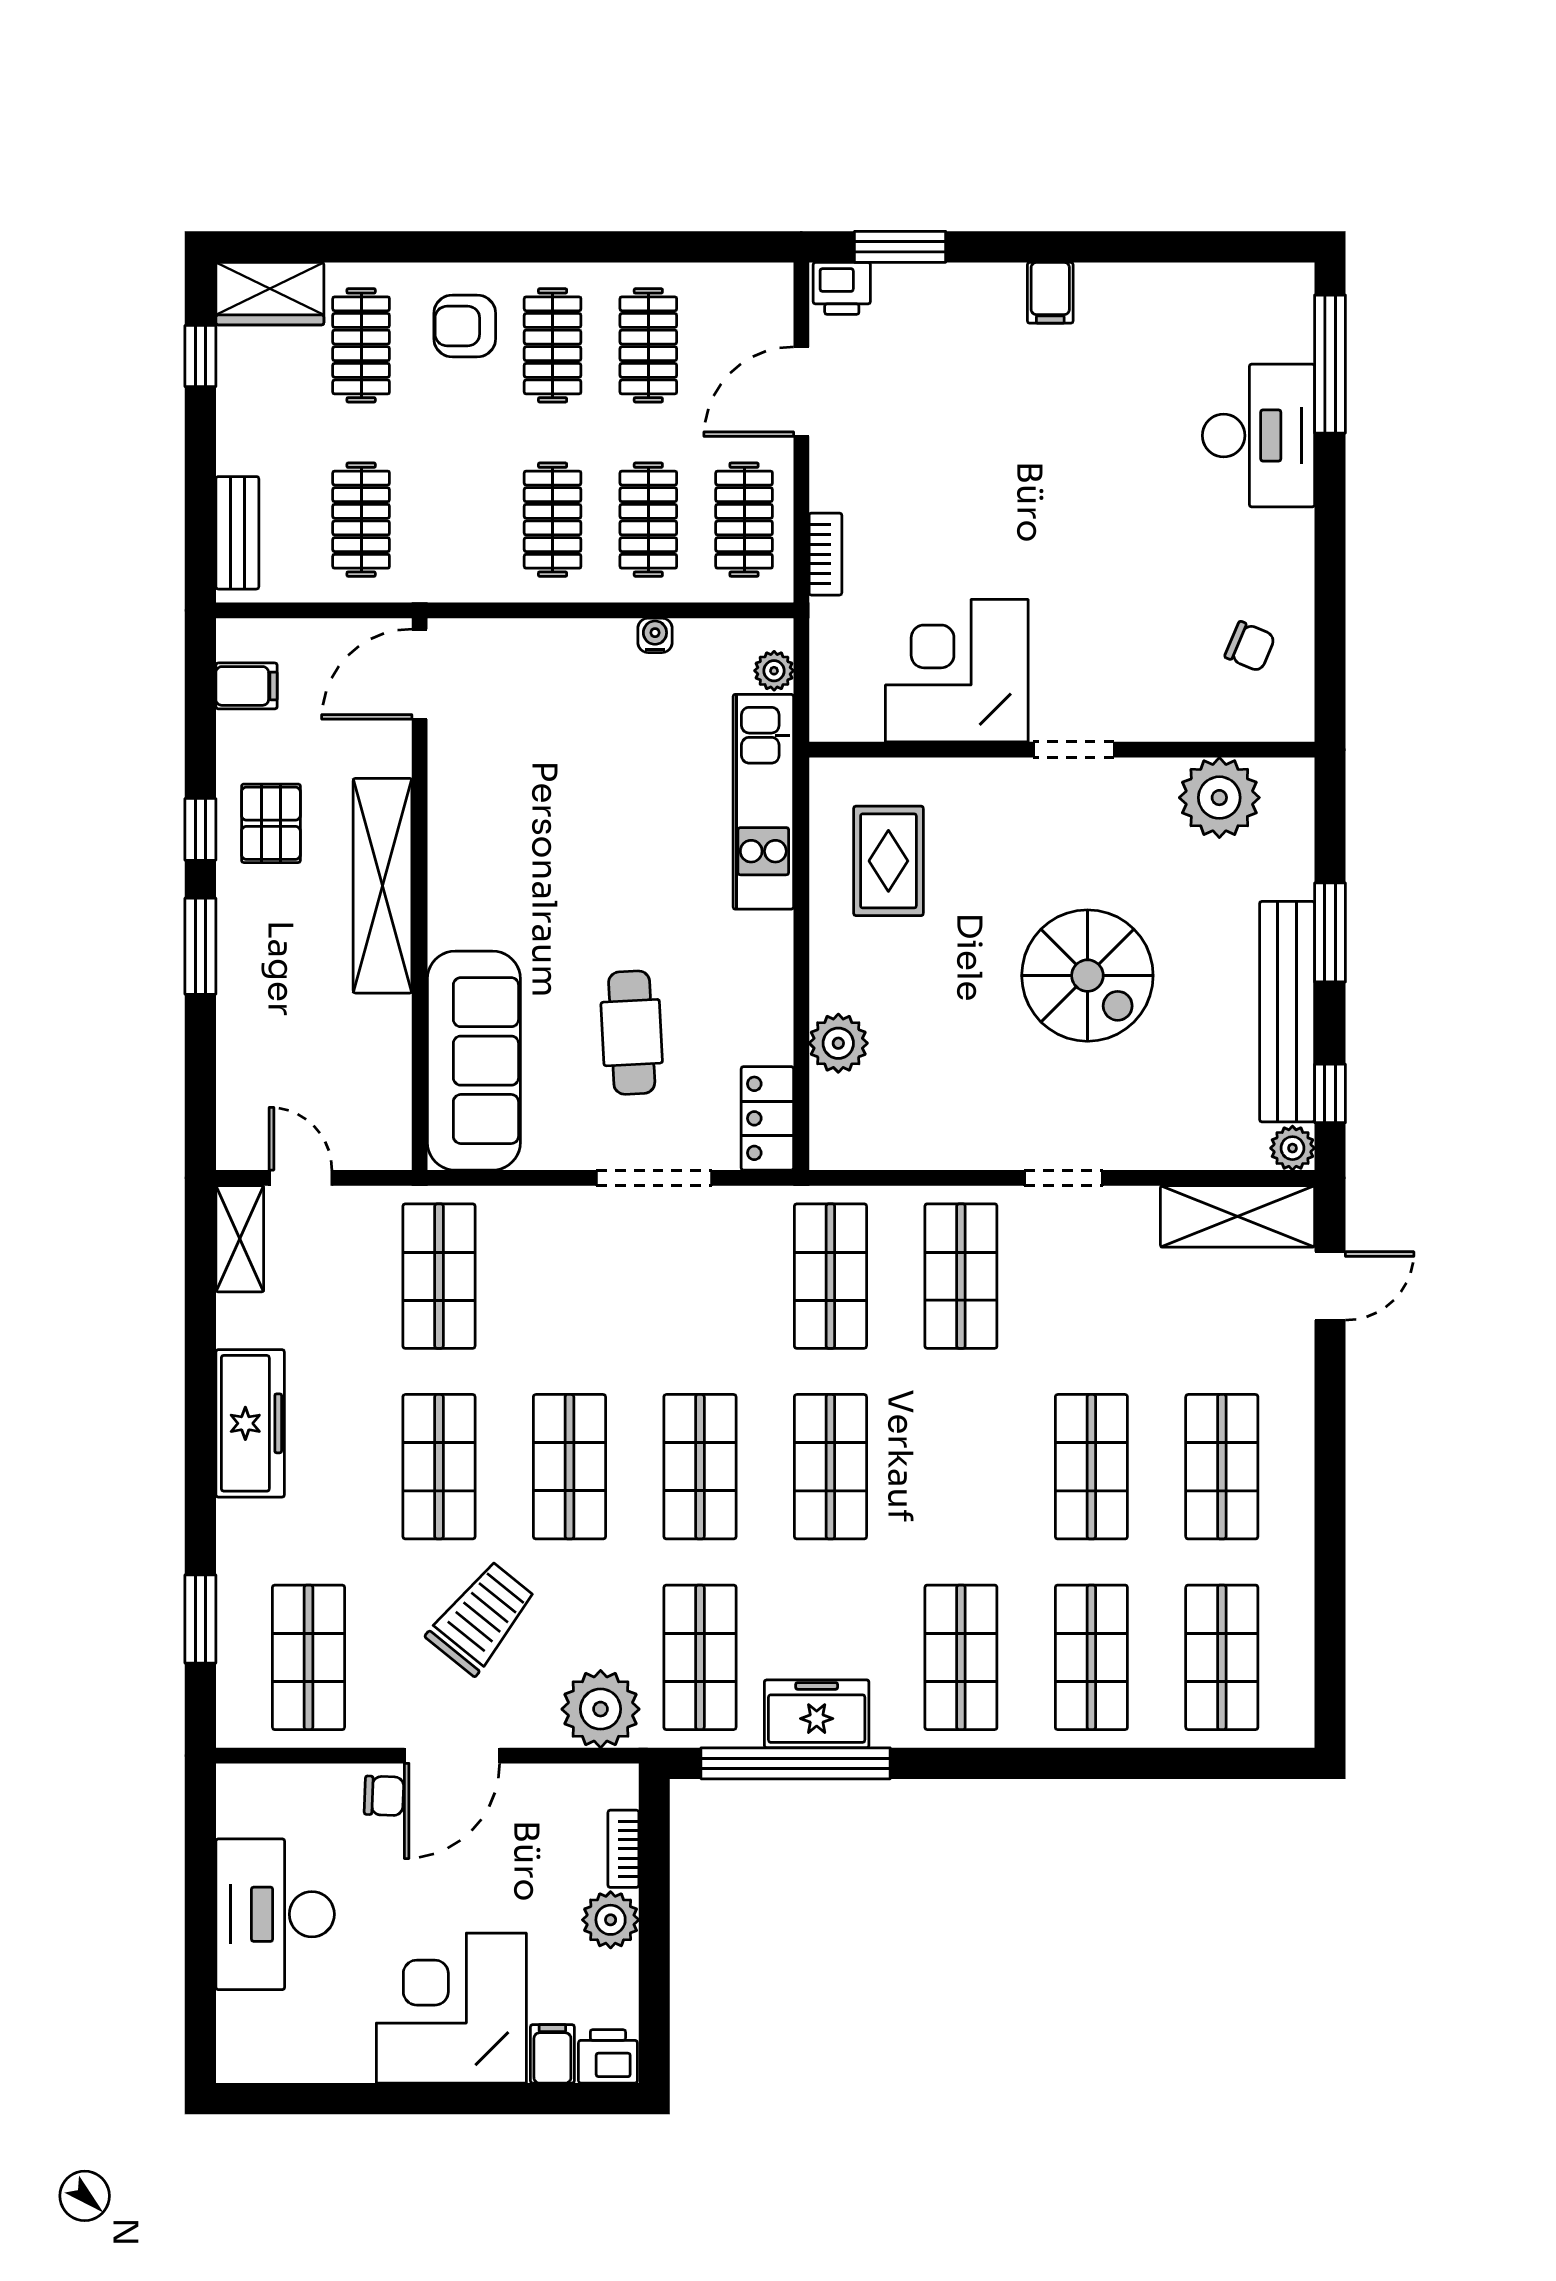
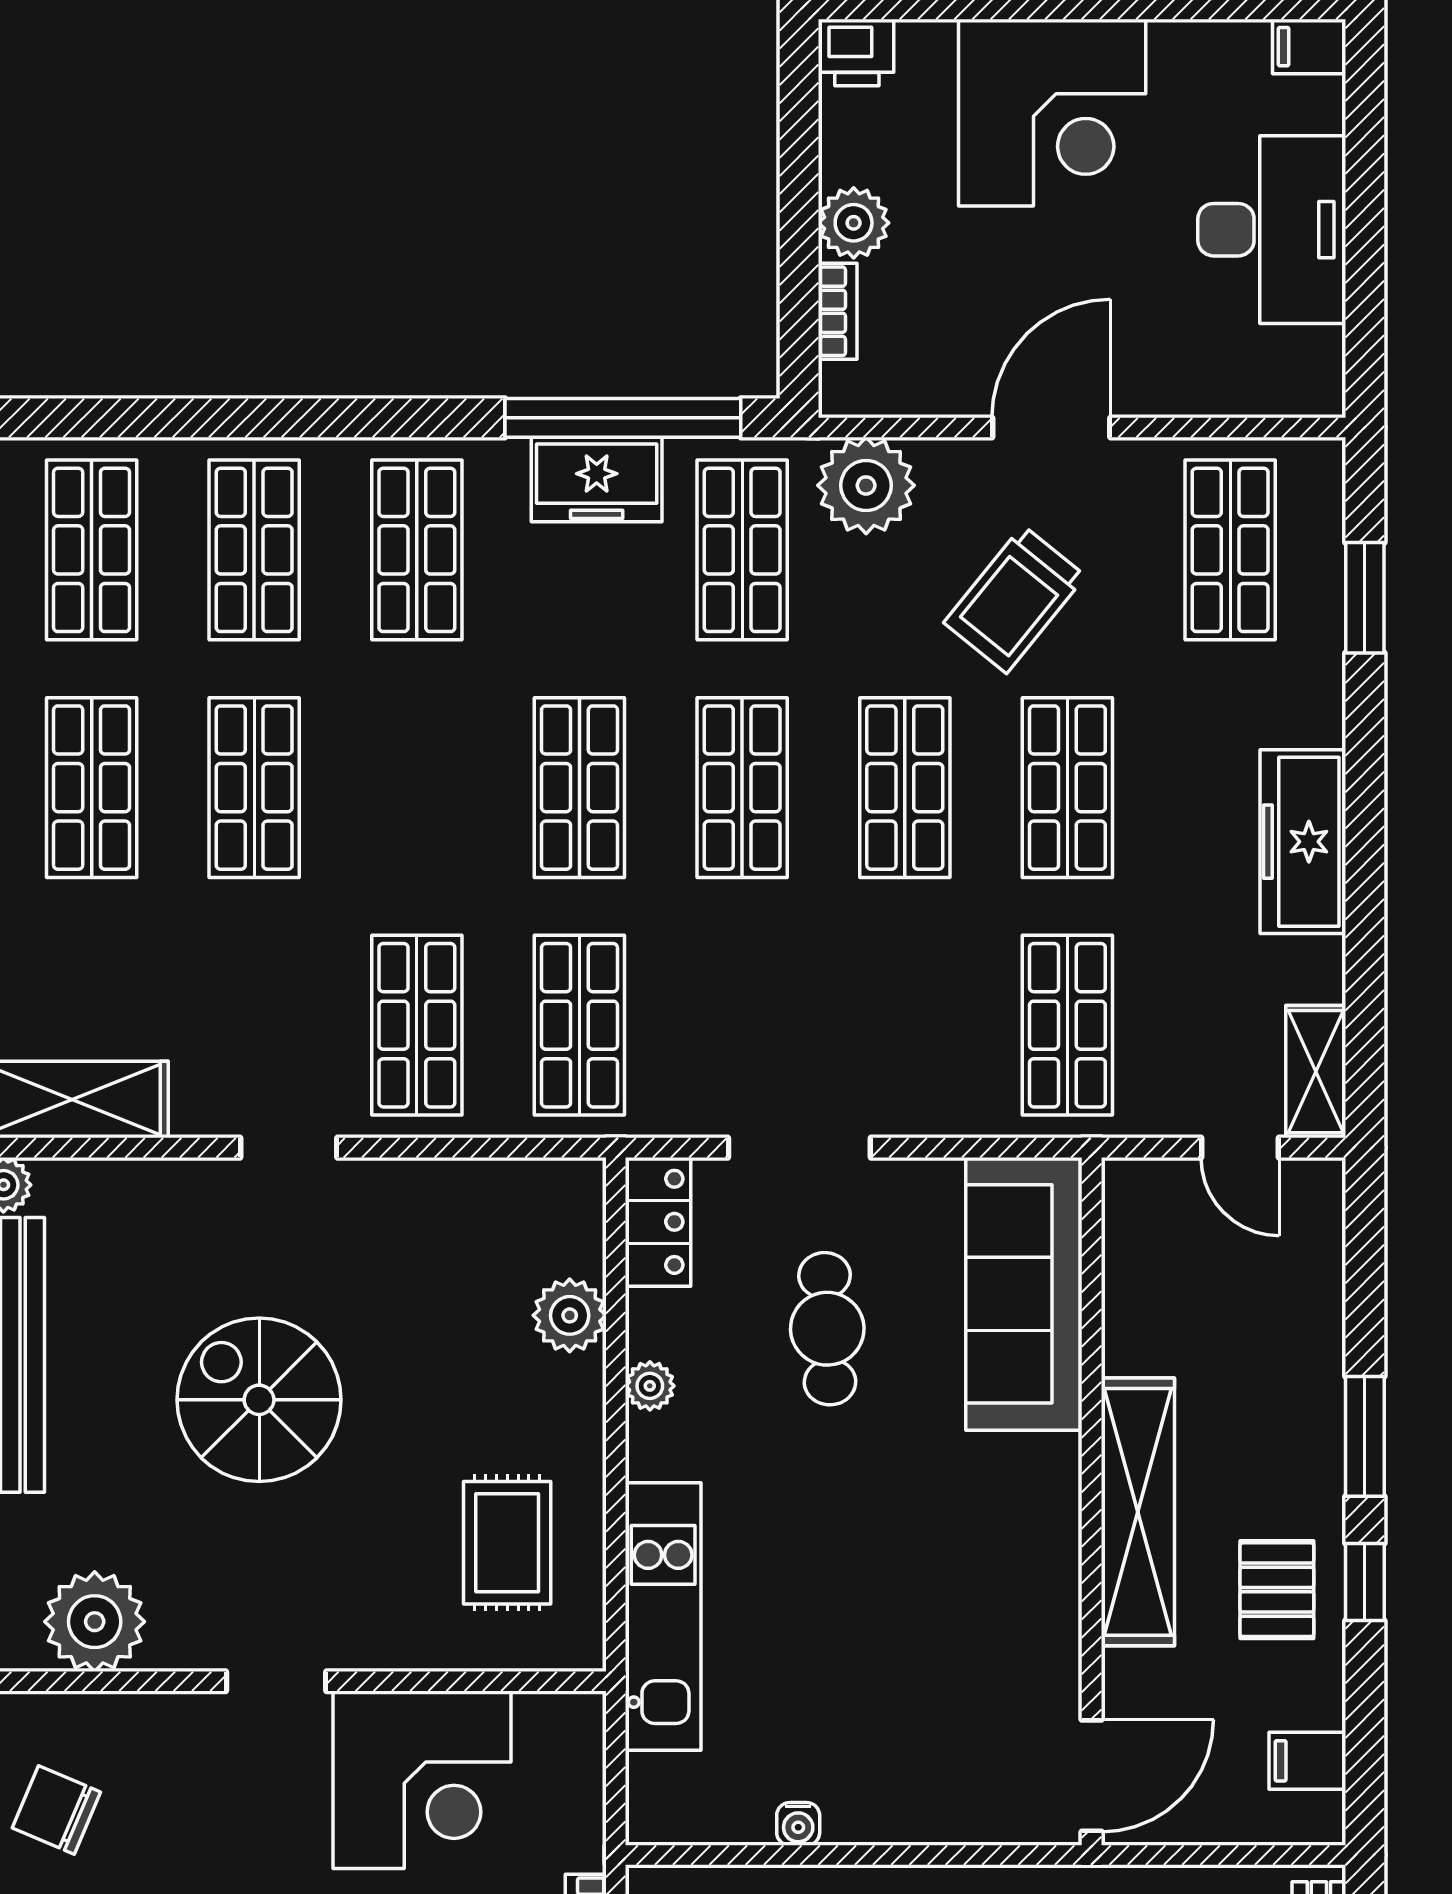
chair: (1250, 647) -> (56, 1810), width x1.37, depth x1.37
plant: (774, 671) -> (650, 1386), moved
chair: (384, 1796) -> (1136, 377), removed
filing cabinet: (552, 2054) -> (1309, 47), moved, turned 90

